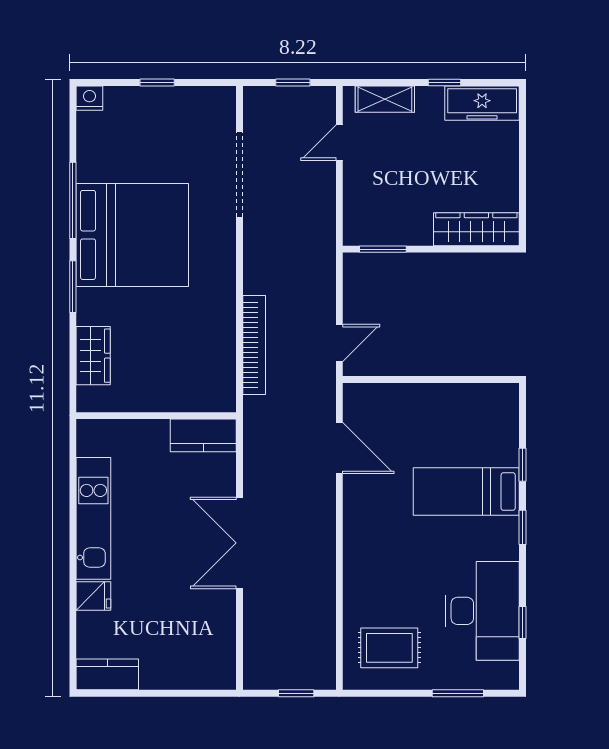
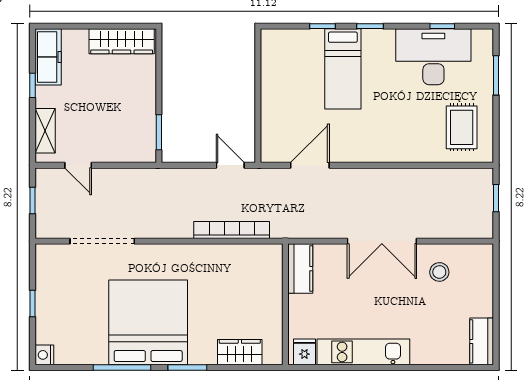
wardrobe: (476, 229) -> (122, 41), moved, turned -90
fridge: (93, 596) -> (304, 352), moved
stool: (199, 619) -> (439, 272), added

